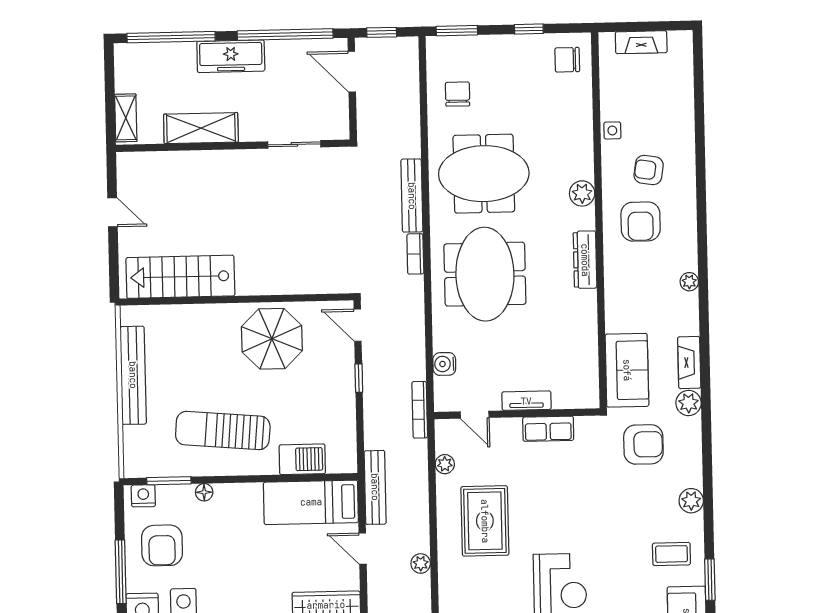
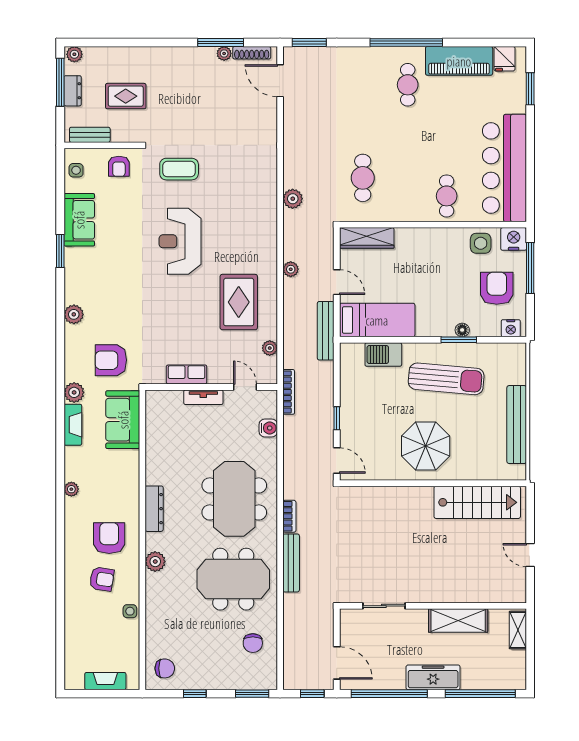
parasol: (272, 339) -> (426, 446), moved
window: (169, 481) -> (459, 340), moved
coffee table: (671, 554) -> (90, 272), removed

